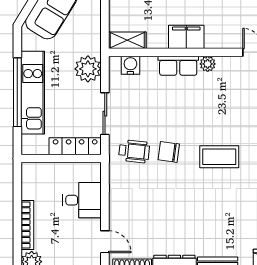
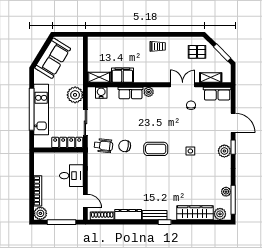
filing cabinet: (186, 37) -> (122, 75), moved

